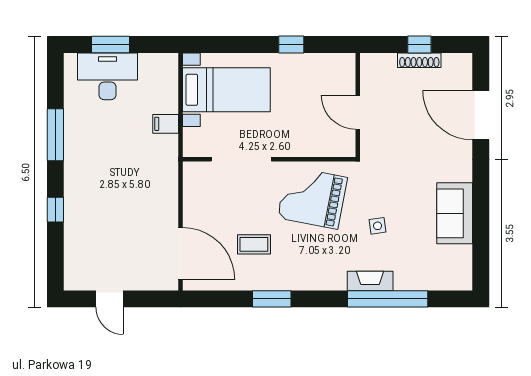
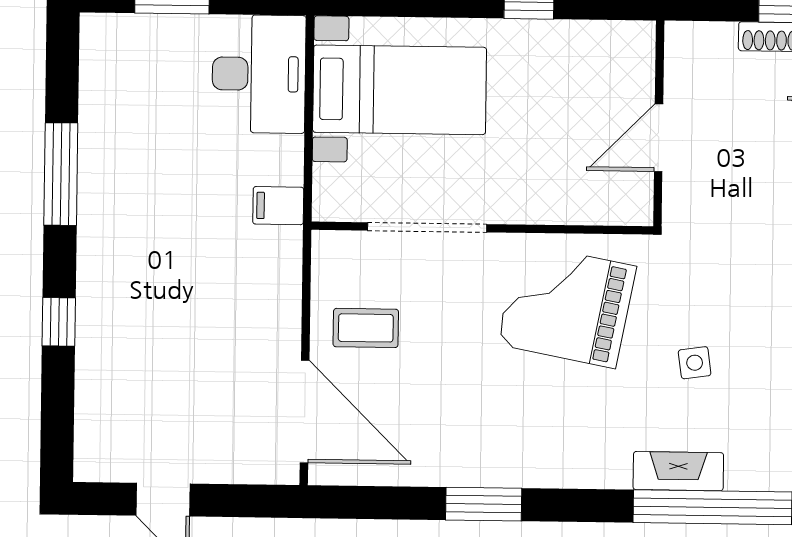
desk: (107, 76) -> (259, 74), moved, turned 90
door: (358, 112) -> (659, 138), hinge flipped
filing cabinet: (166, 124) -> (278, 206), moved
coffee table: (254, 244) -> (366, 328), moved

